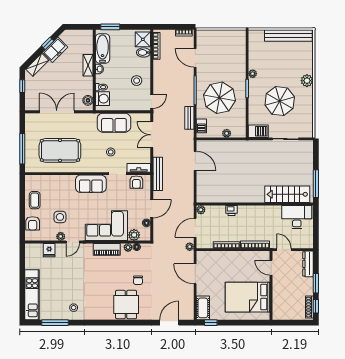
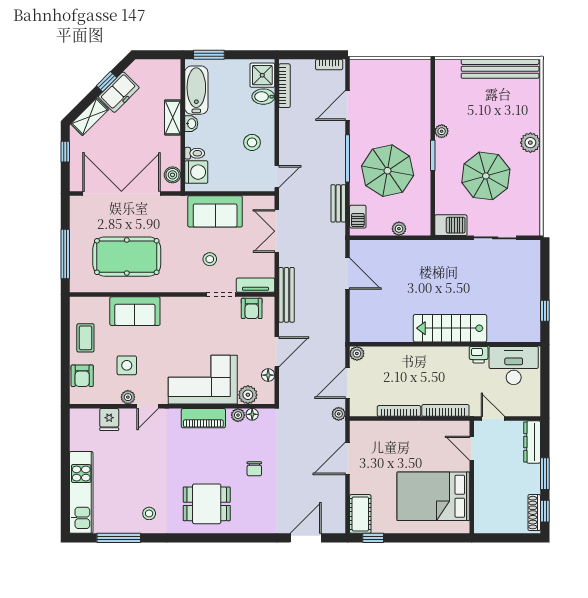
door: (195, 58) -> (348, 105), hinge flipped
double door: (57, 112) -> (121, 194), width x1.36
sofa: (91, 184) -> (135, 311), moved
window: (316, 184) -> (545, 311), width x0.46
stairs: (287, 194) -> (450, 328), moved
printer: (232, 210) -> (479, 355), moved
door: (195, 274) -> (348, 458), hinge flipped
dining table: (126, 305) -> (207, 504), moved, turned 90

